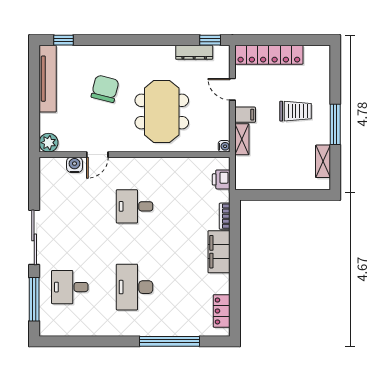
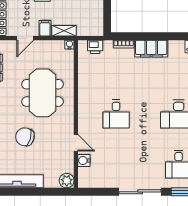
meeting table: (162, 111) -> (43, 93), turned 90

